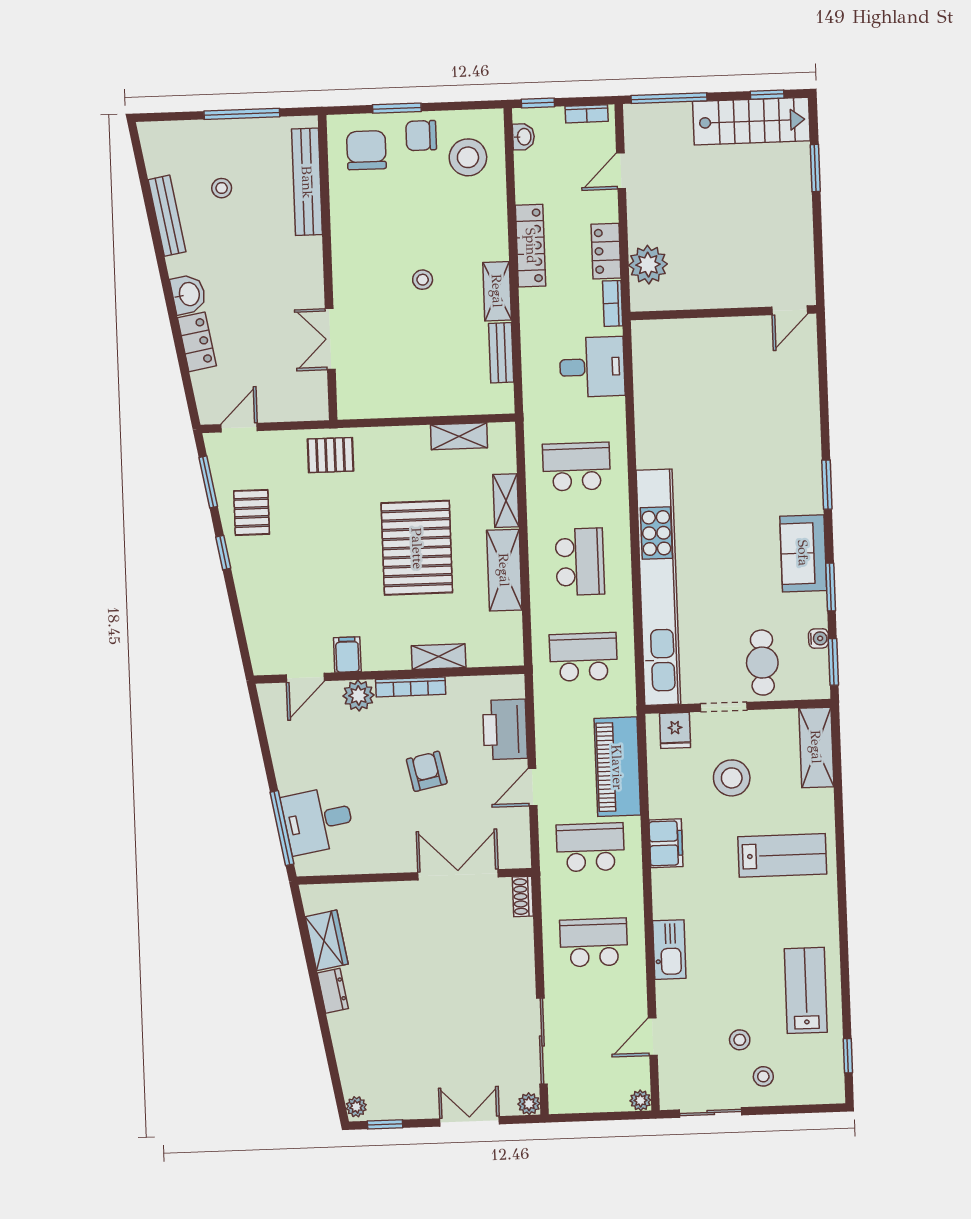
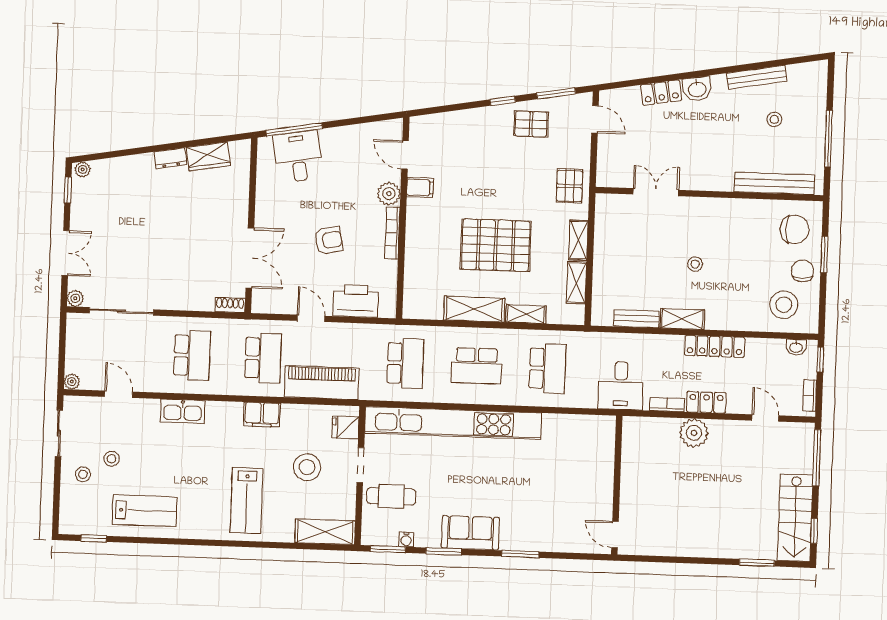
door: (790, 310) -> (615, 535), moved
wall: (723, 313) -> (617, 485), moved
shelving: (439, 657) -> (578, 240), moved

